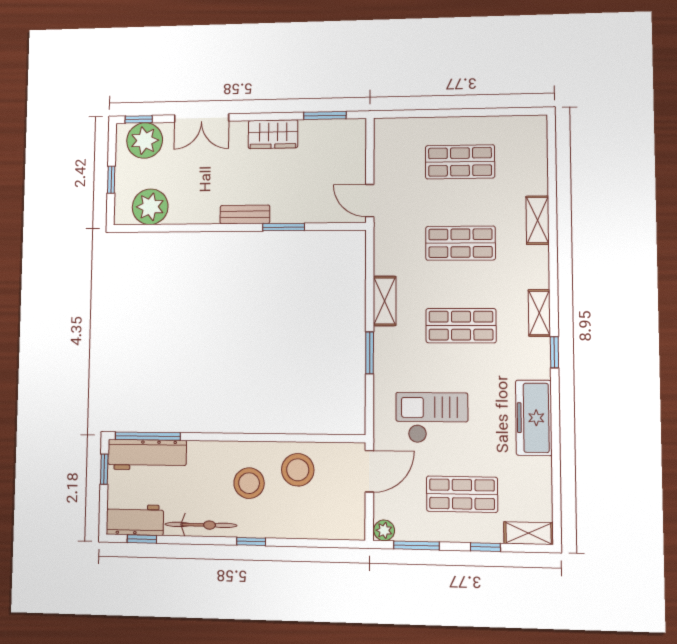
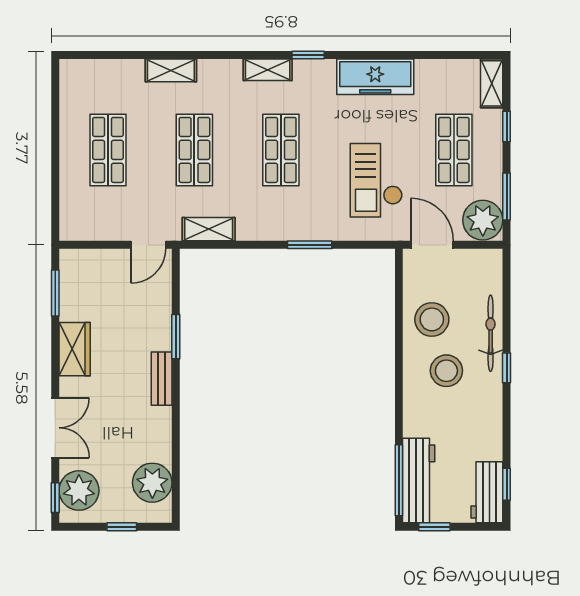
shelving: (385, 301) -> (209, 229), moved
bicycle: (201, 525) -> (491, 333), moved
plant: (384, 530) -> (483, 220), width x1.88, depth x1.88

